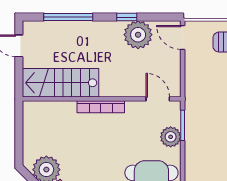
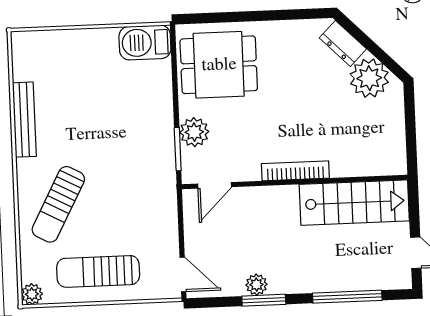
window: (127, 17) -> (264, 300), width x1.50
plant: (138, 35) -> (256, 285), width x0.53, depth x0.53
door: (158, 99) -> (215, 185), hinge flipped

